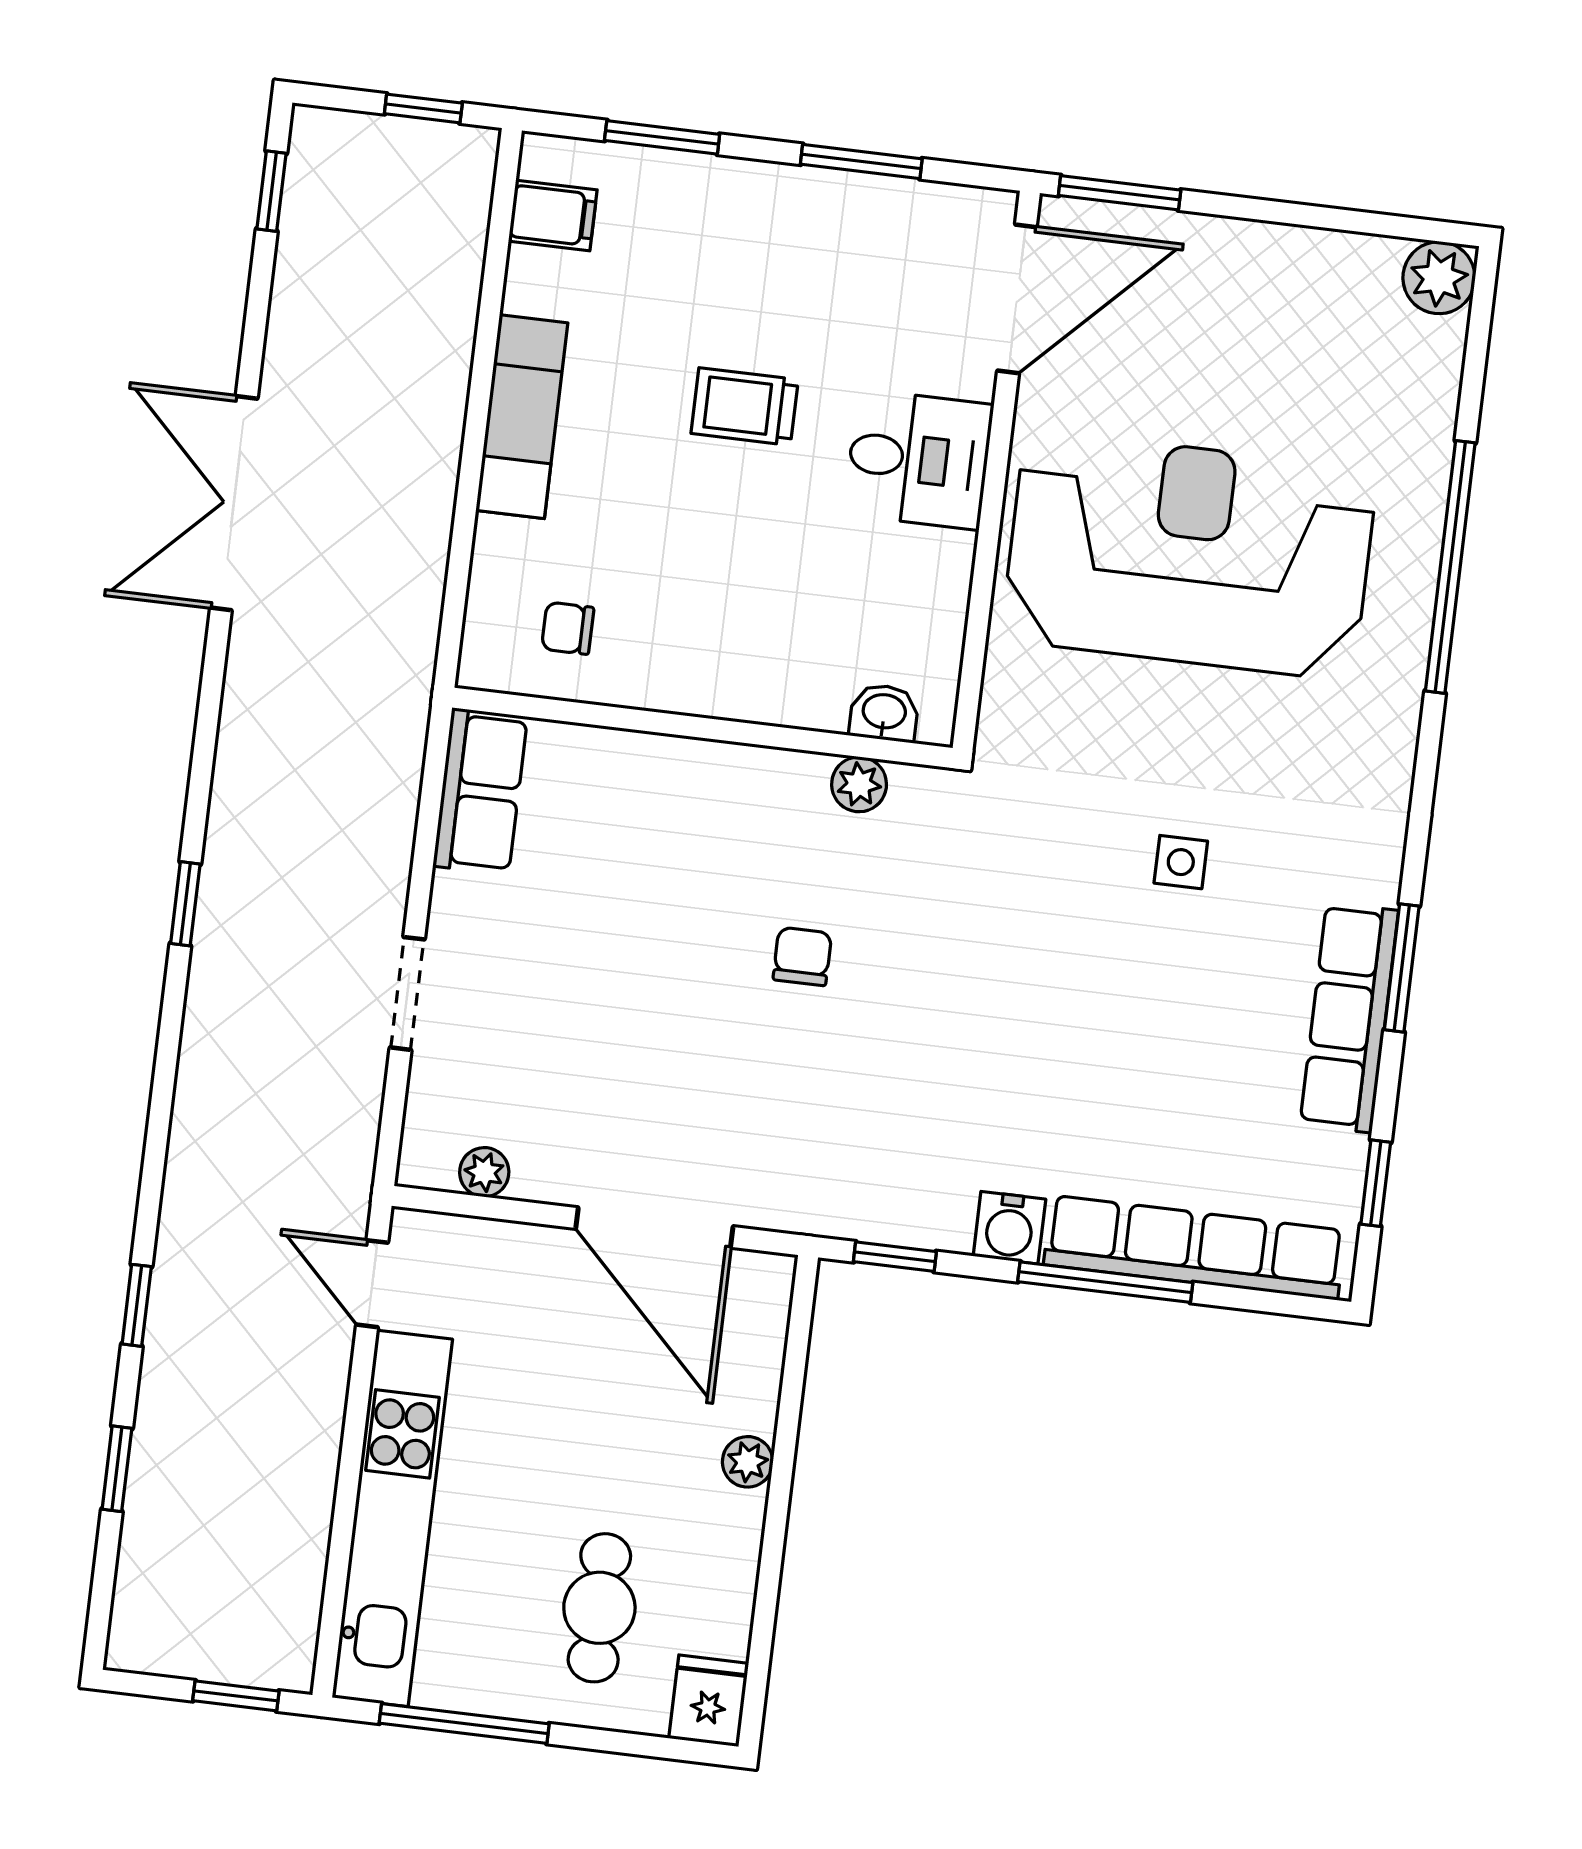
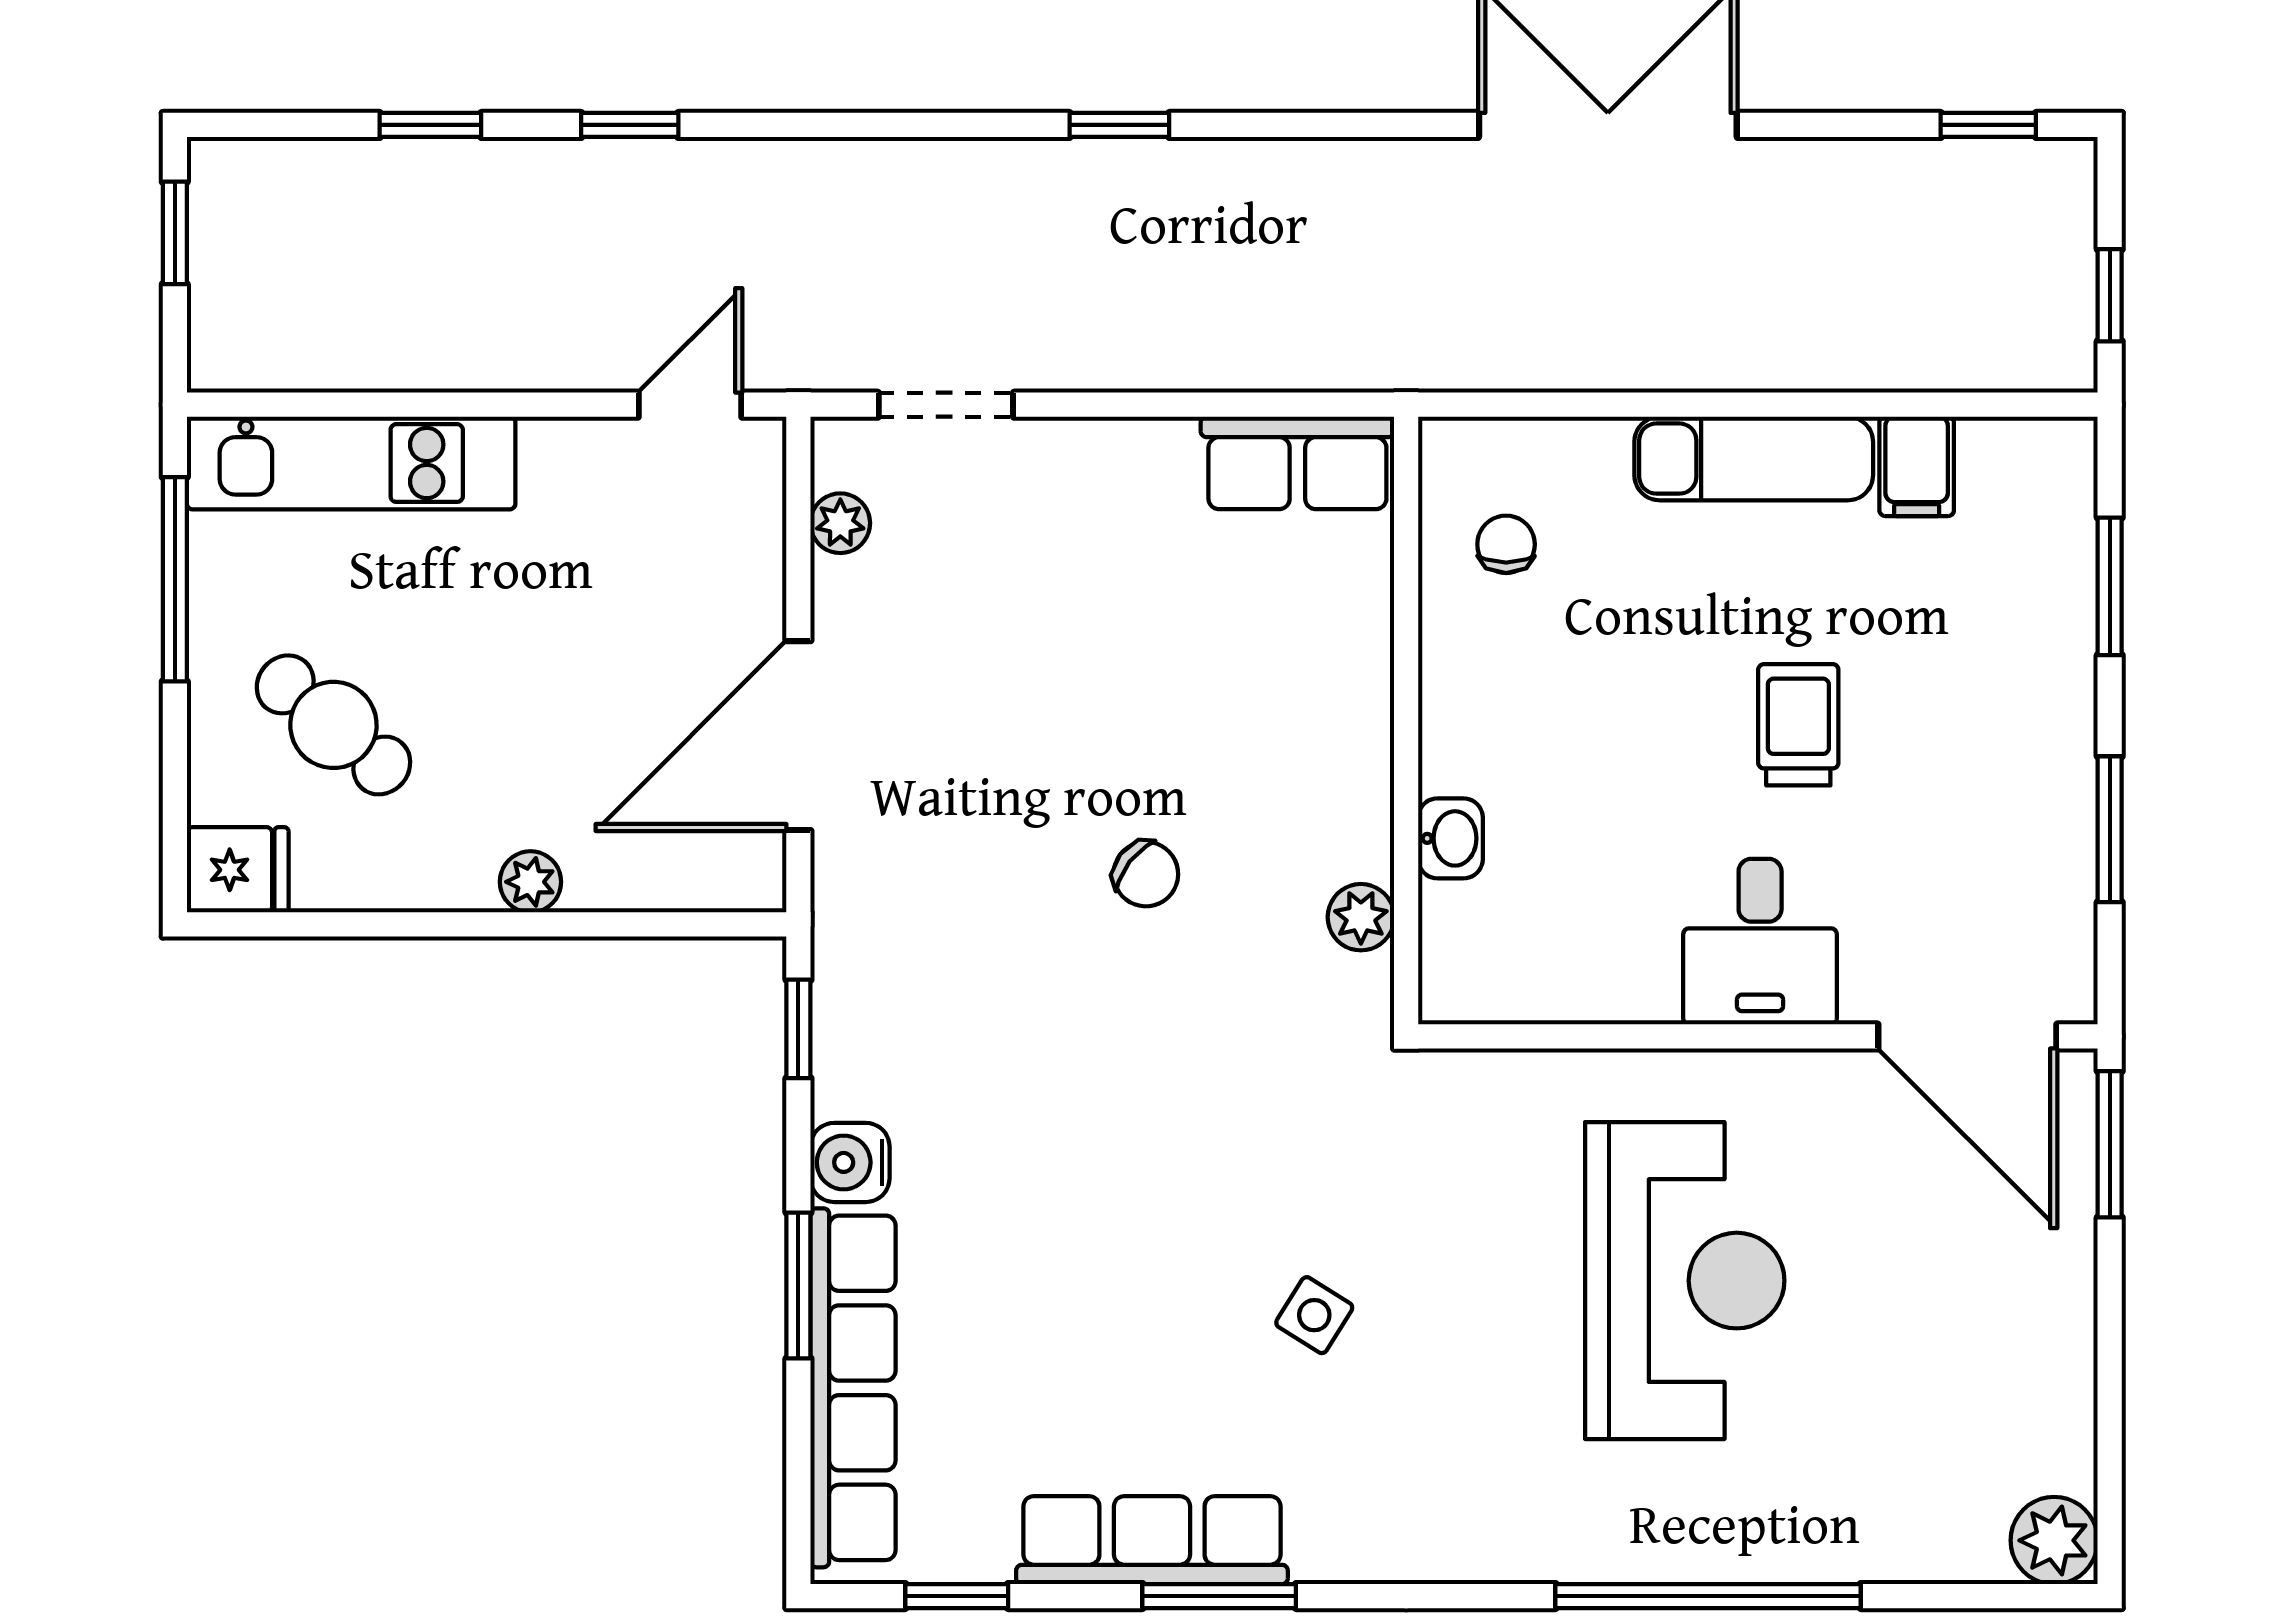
filing cabinet: (553, 215) -> (1917, 466), moved
reception desk: (1189, 555) -> (1685, 1281), width x0.74, depth x0.77
washbasin: (884, 713) -> (1450, 838), moved
side table: (1181, 862) -> (1314, 1315), turned 32
chair: (802, 956) -> (1146, 874), turned 38
doorway: (407, 993) -> (946, 405), moved
window: (1105, 1282) -> (798, 1285), width x0.69
kitchen unit: (392, 1518) -> (351, 463), width x0.73
cafe table: (599, 1608) -> (333, 725), turned 40
window: (236, 1696) -> (175, 233), moved

